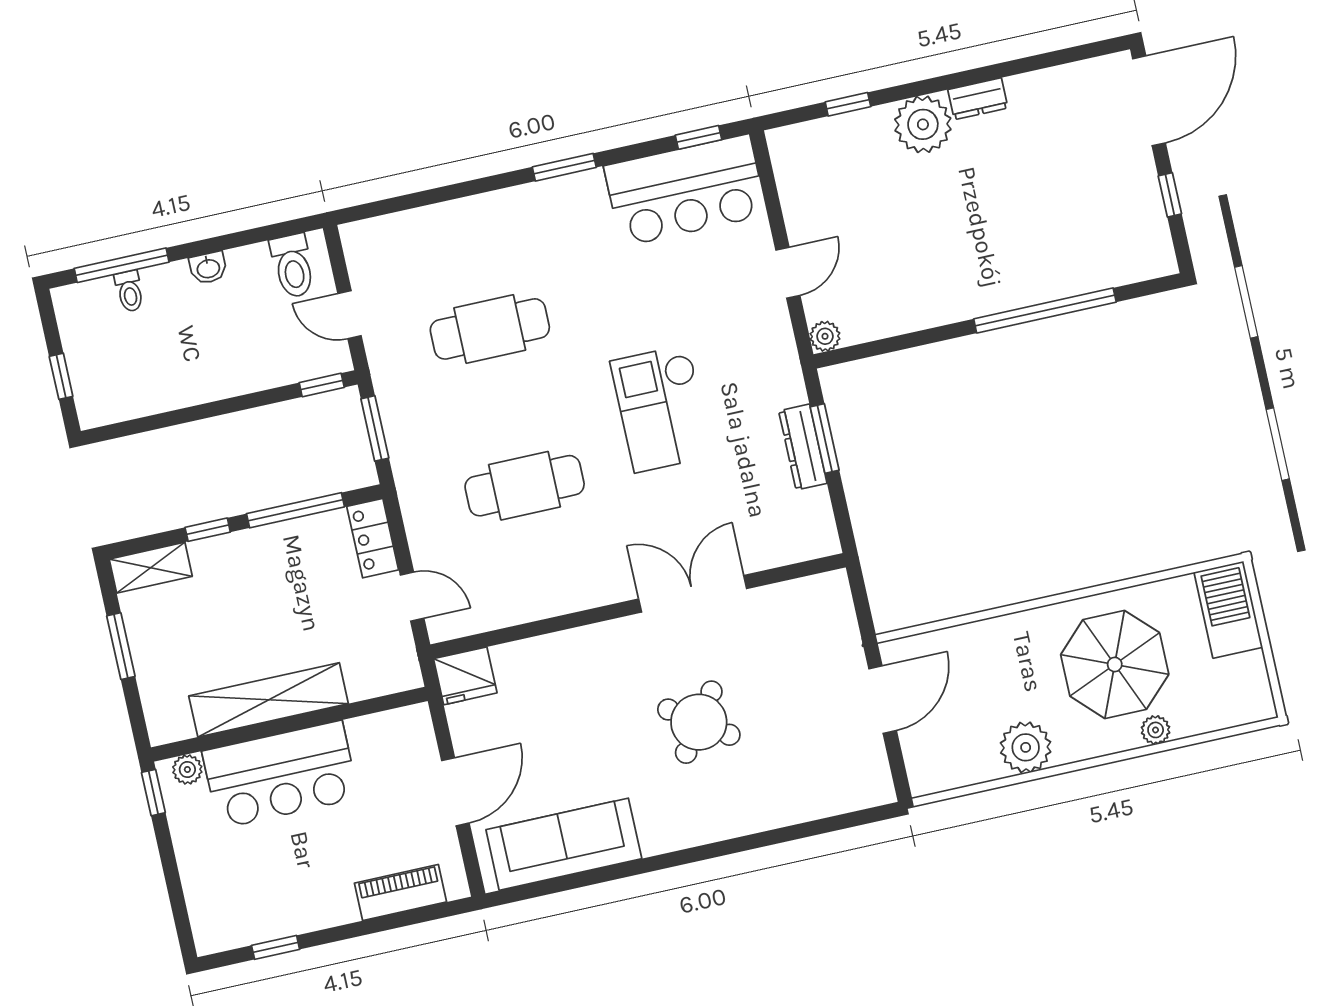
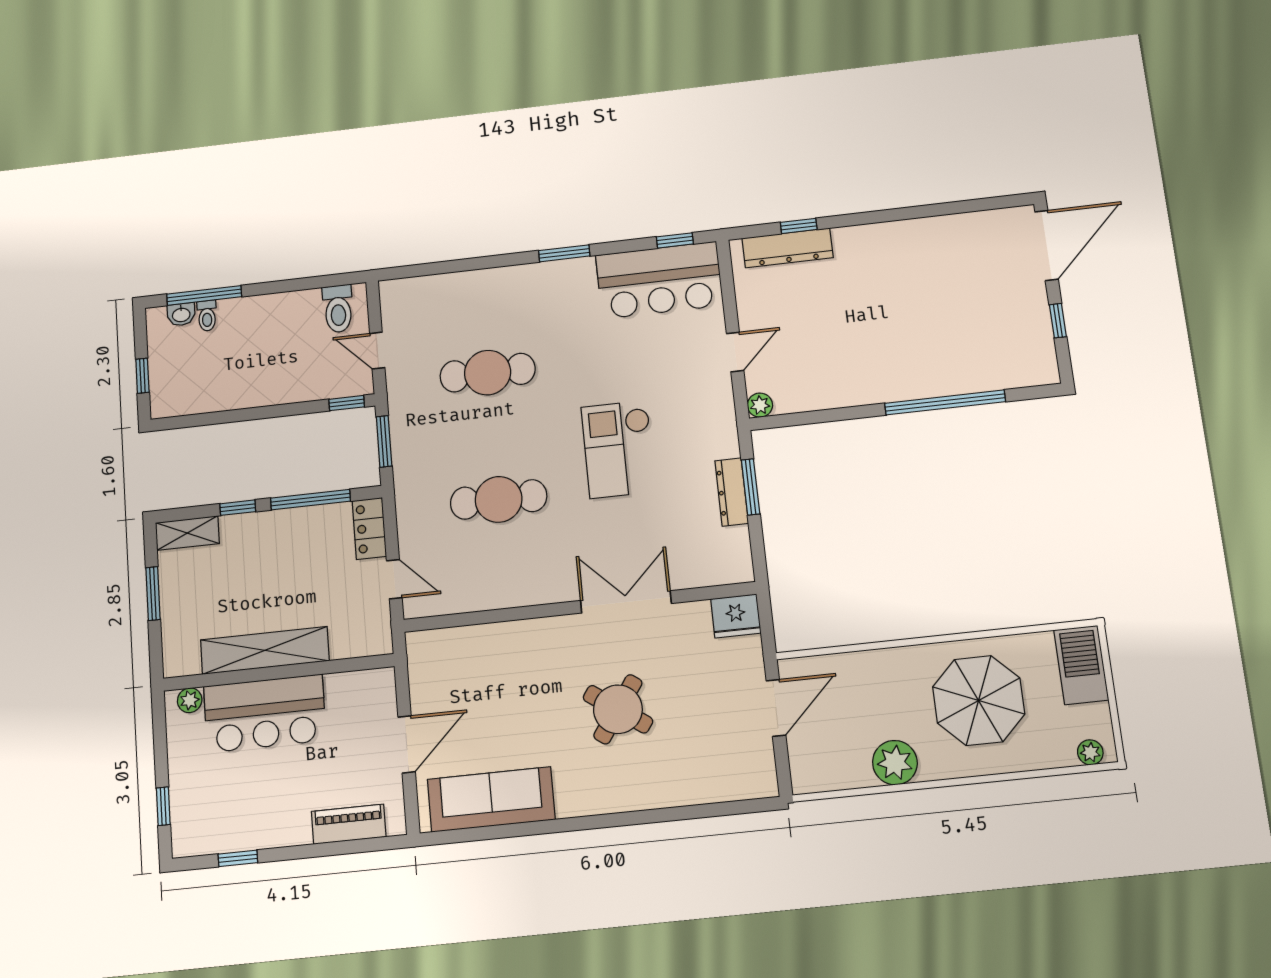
dresser: (978, 99) -> (788, 248), moved, width x1.96, depth x1.24
plant: (923, 124) -> (858, 247), removed
washbasin: (208, 268) -> (181, 314), moved
fridge: (465, 676) -> (736, 616), moved
plant: (1156, 730) -> (1090, 752), moved
window: (153, 793) -> (163, 806), moved

